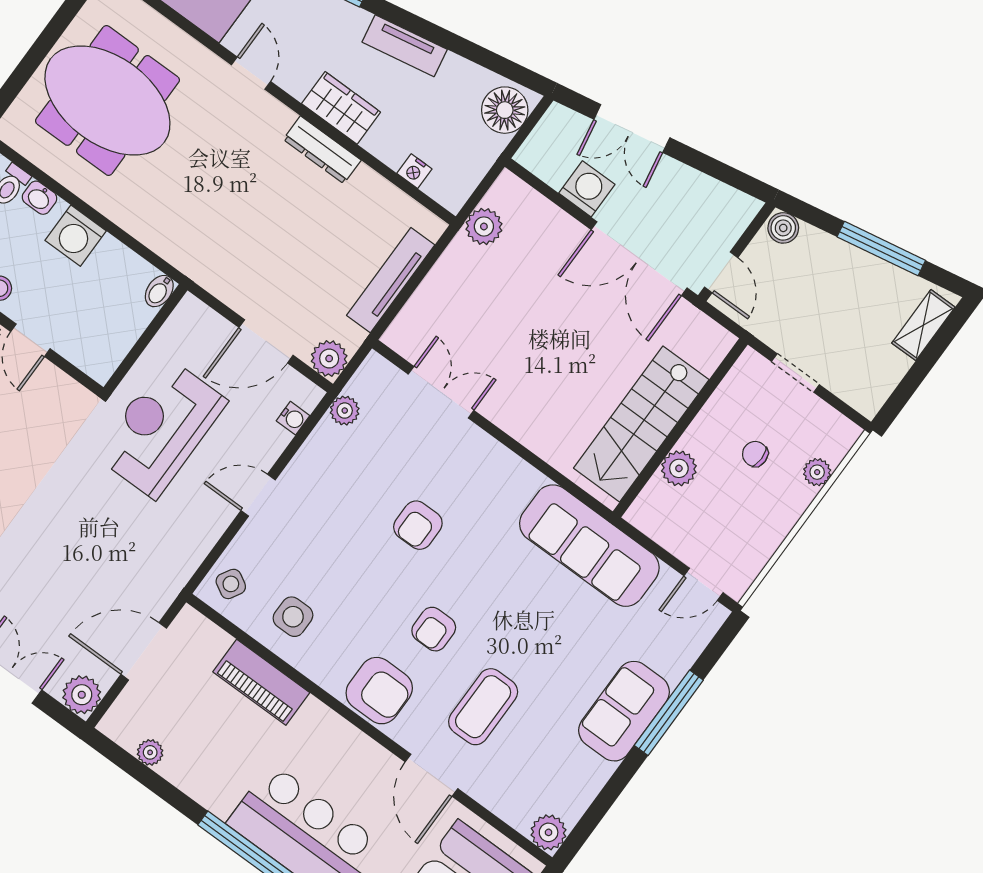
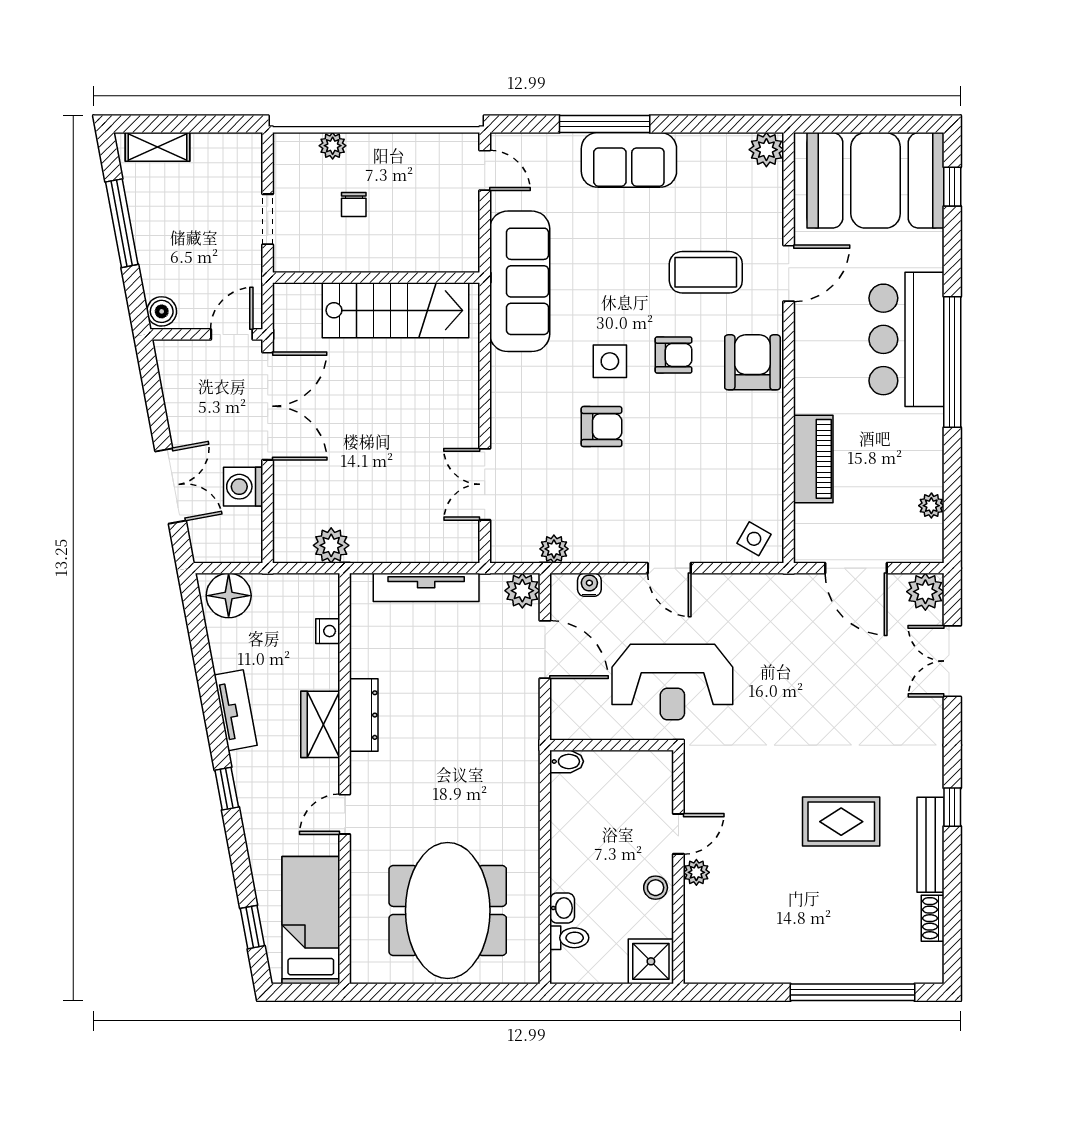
washing machine: (76, 236) -> (571, 858), removed
plant: (679, 468) -> (408, 256), removed
side table: (293, 617) -> (610, 361), moved

